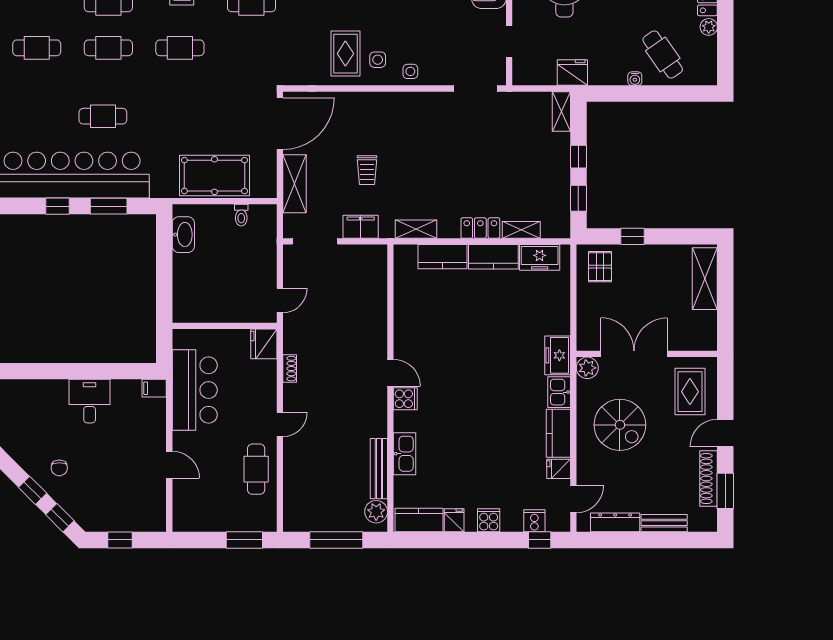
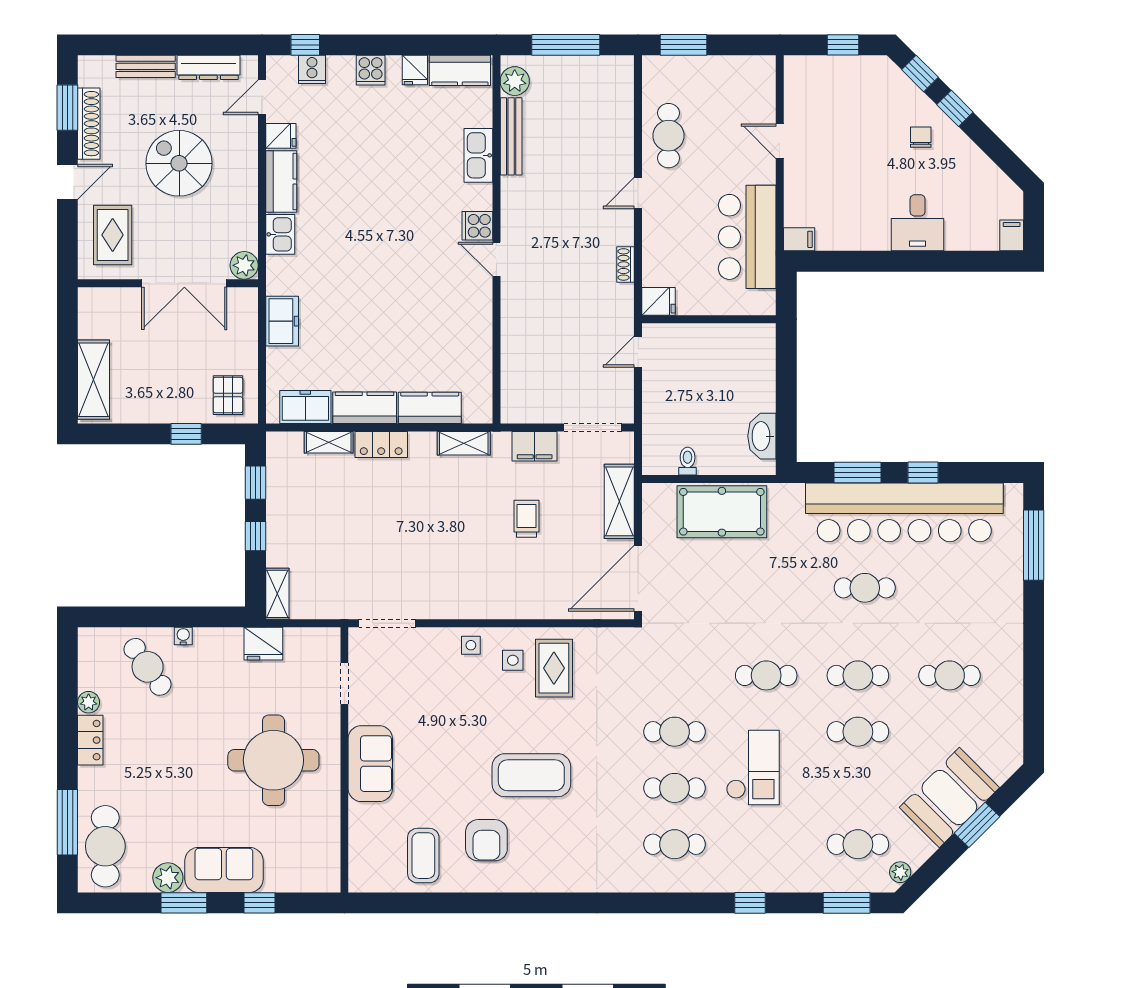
fridge: (264, 344) -> (659, 301), width x0.72
freezer: (558, 355) -> (282, 321), moved
desk: (90, 401) -> (918, 223), moved
spiral stairs: (620, 425) -> (179, 163), moved

